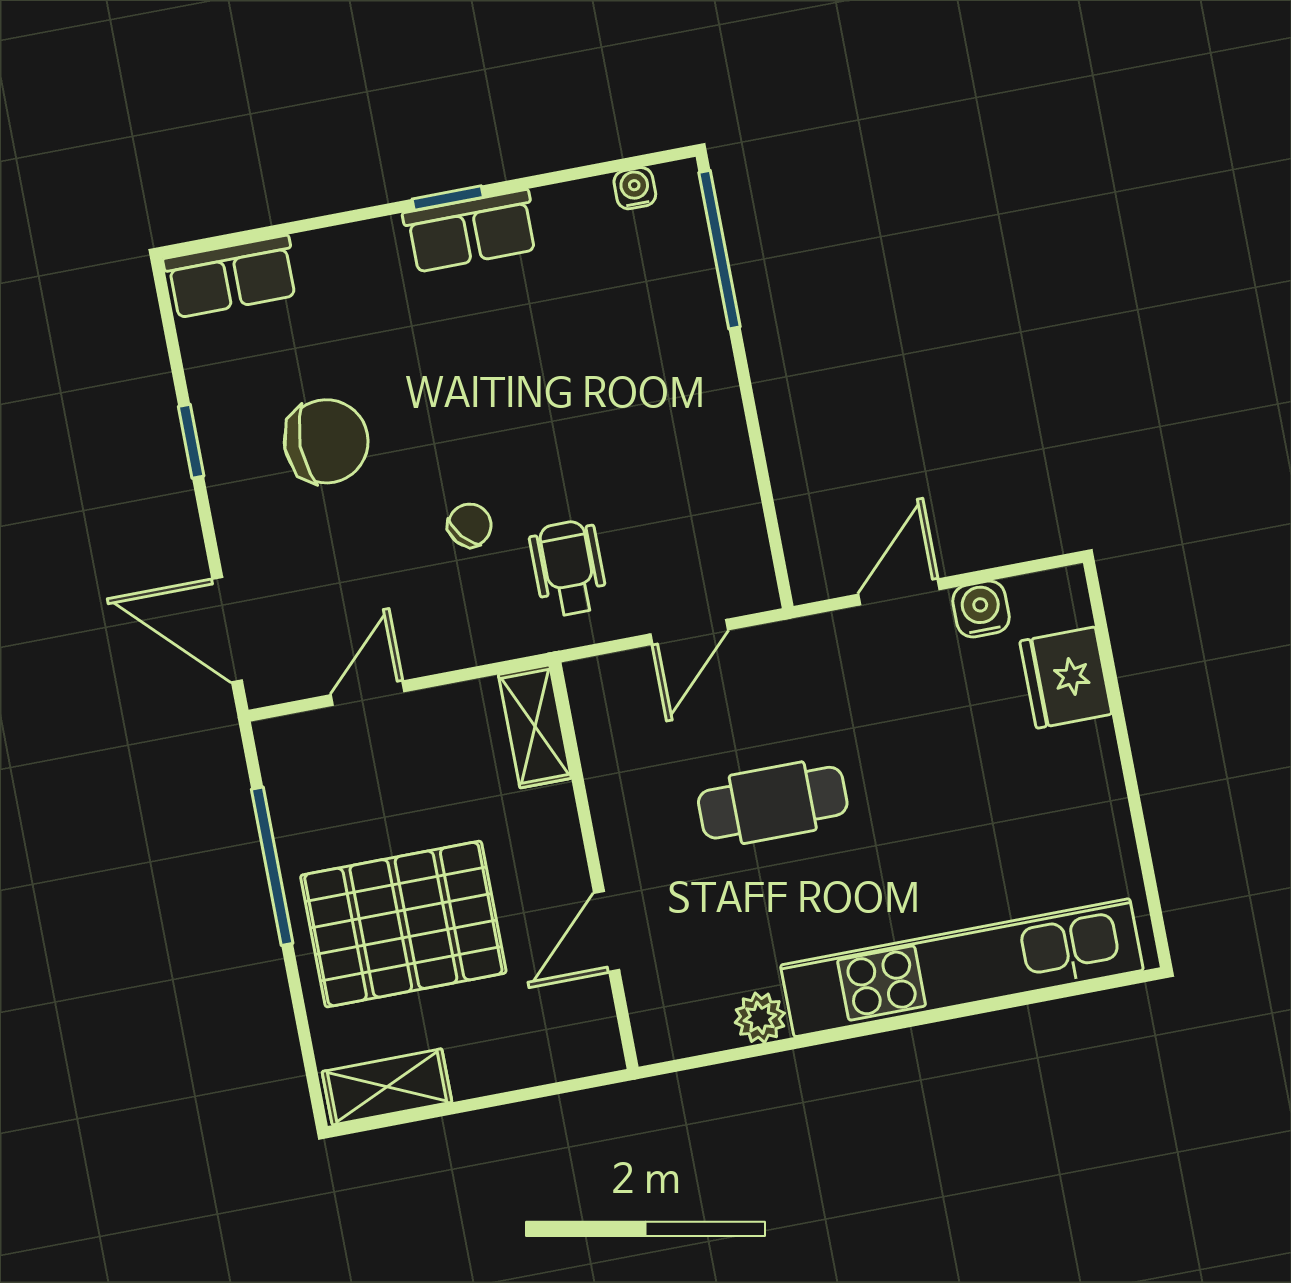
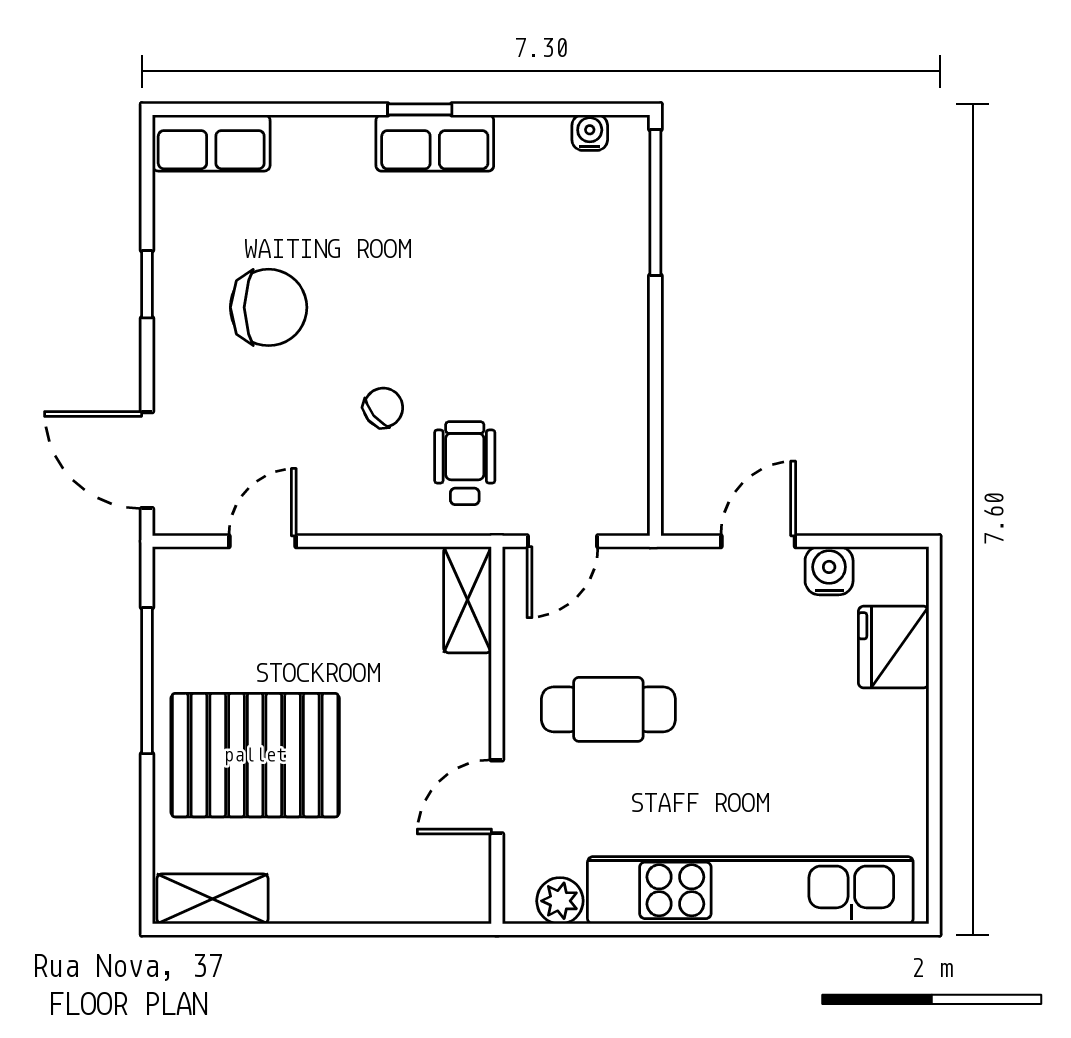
shelving: (535, 726) -> (468, 600), moved
wall: (594, 866) -> (497, 735), moved
door: (607, 932) -> (497, 797), moved

